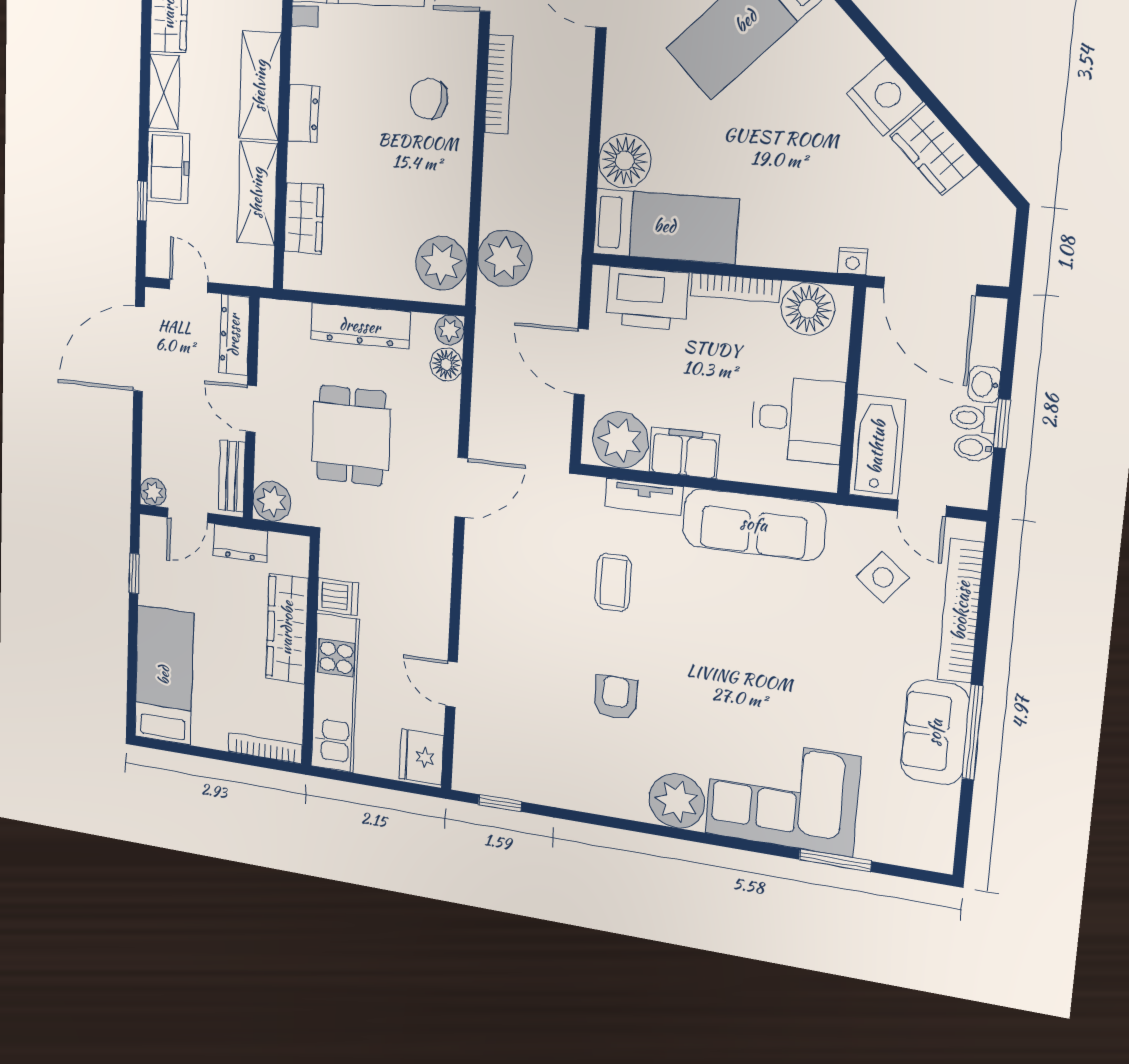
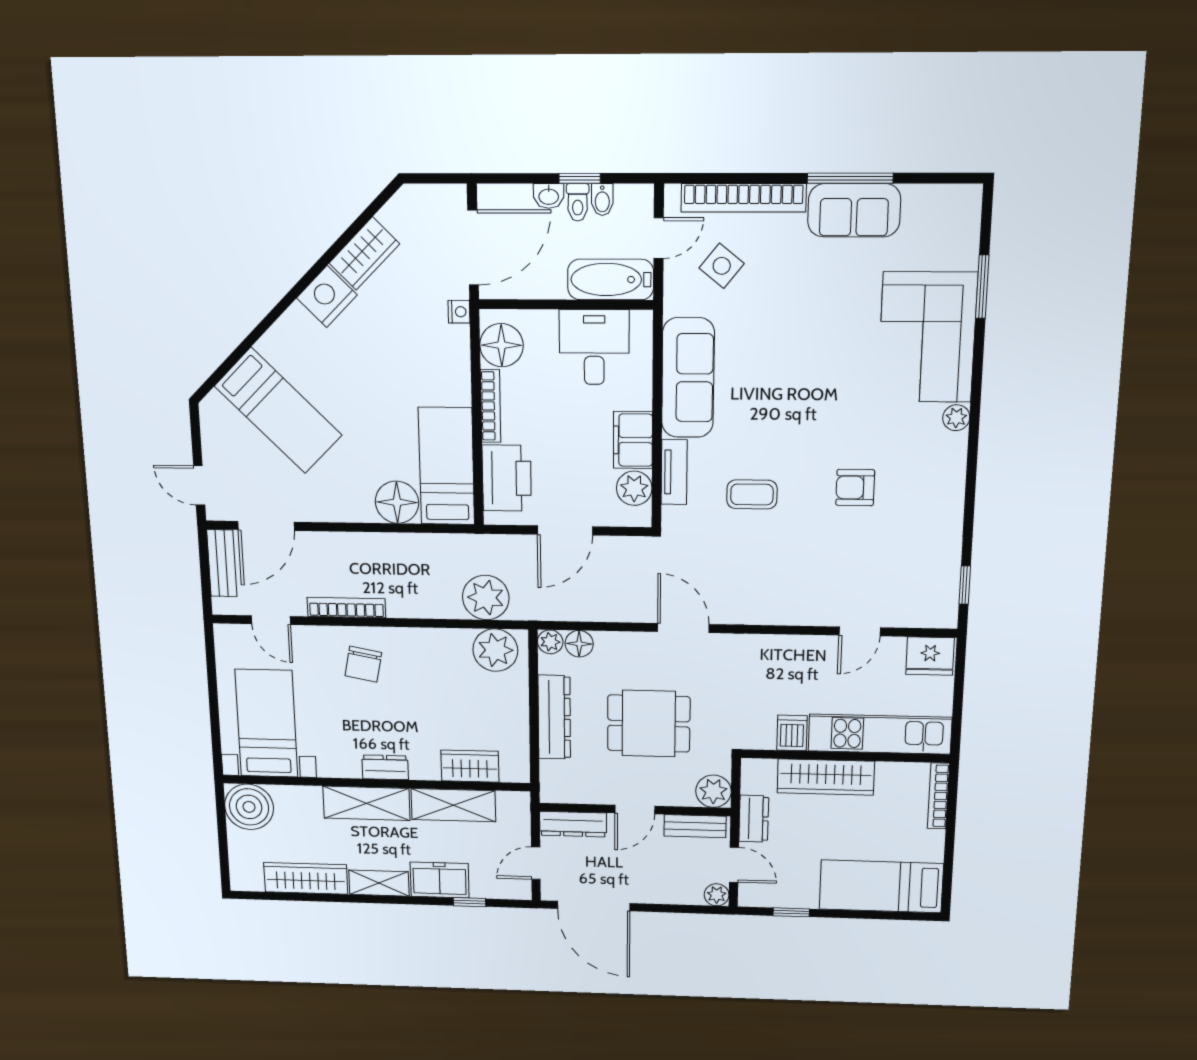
plant: (620, 440) -> (634, 488), width x0.73, depth x0.73
plant: (677, 801) -> (956, 418), width x0.53, depth x0.53

